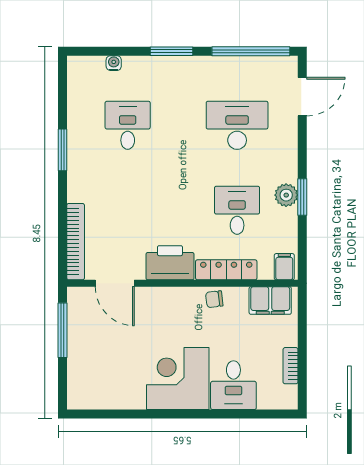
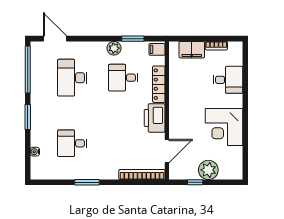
window: (302, 197) -> (133, 39), moved
chair: (214, 299) -> (176, 91), removed
filing cabinet: (270, 300) -> (192, 50), moved, turned 90
window: (63, 330) -> (195, 182), width x0.46
plant: (83, 352) -> (208, 170), added
corner desk: (178, 379) -> (224, 127), moved

